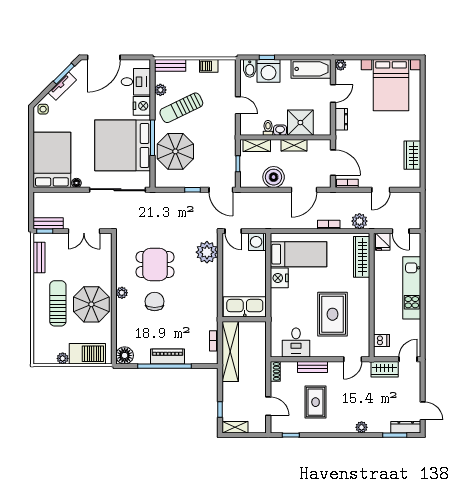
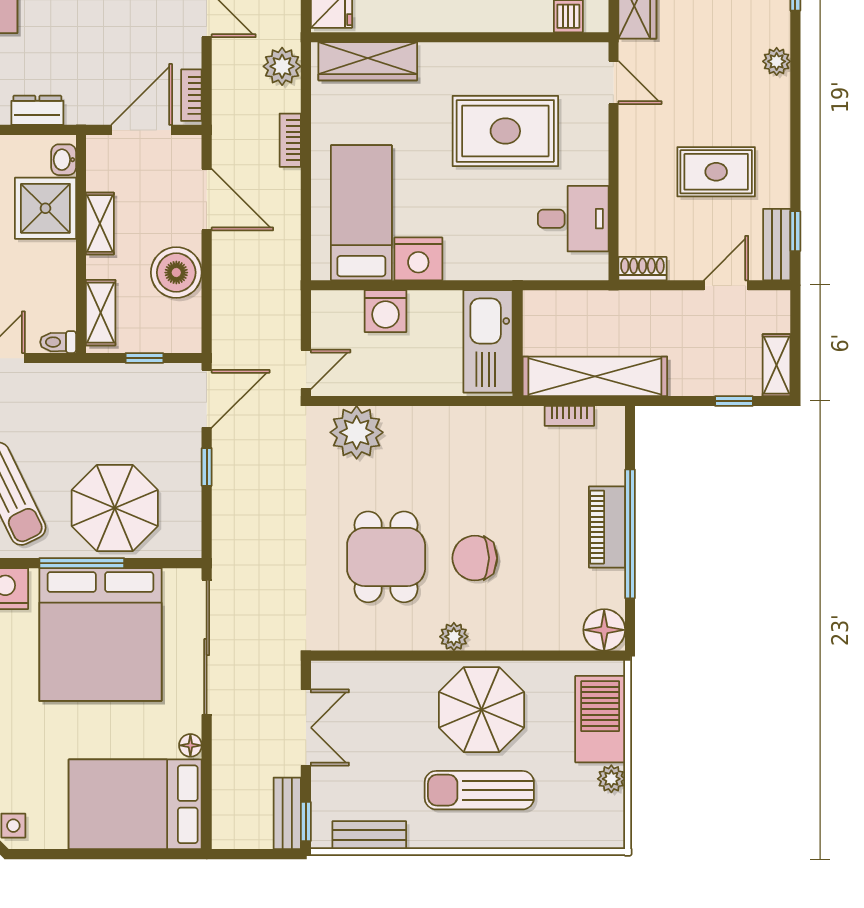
toilet: (268, 128) -> (58, 342), moved
washbasin: (280, 130) -> (64, 160), moved
washing machine: (257, 242) -> (386, 311), moved
bench: (313, 367) -> (777, 245), moved

